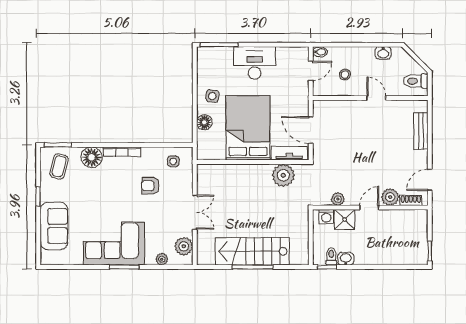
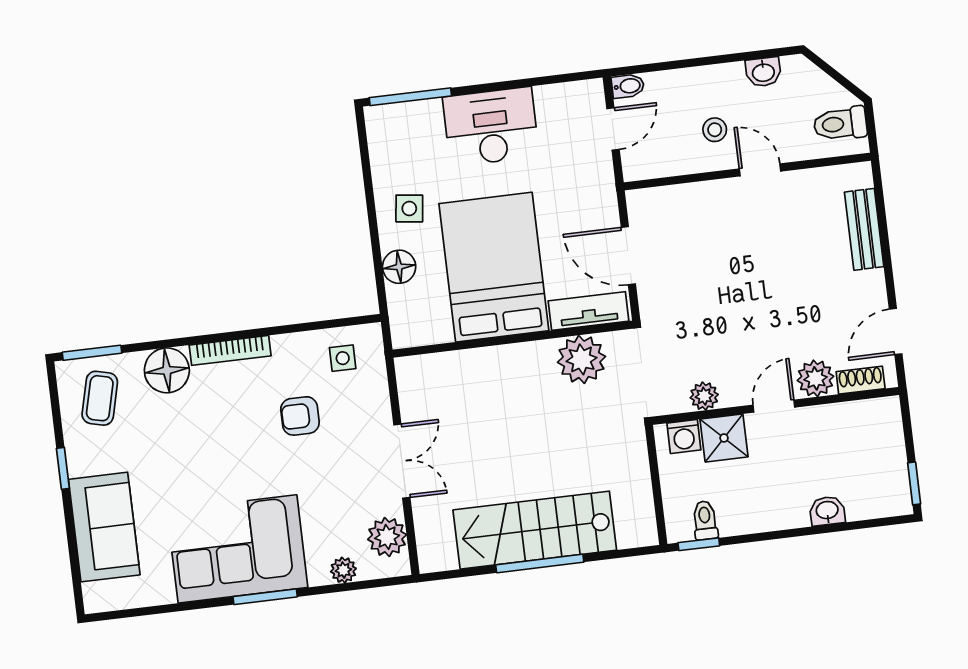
stool: (345, 75) -> (715, 130), moved
washbasin: (346, 259) -> (827, 511), moved

